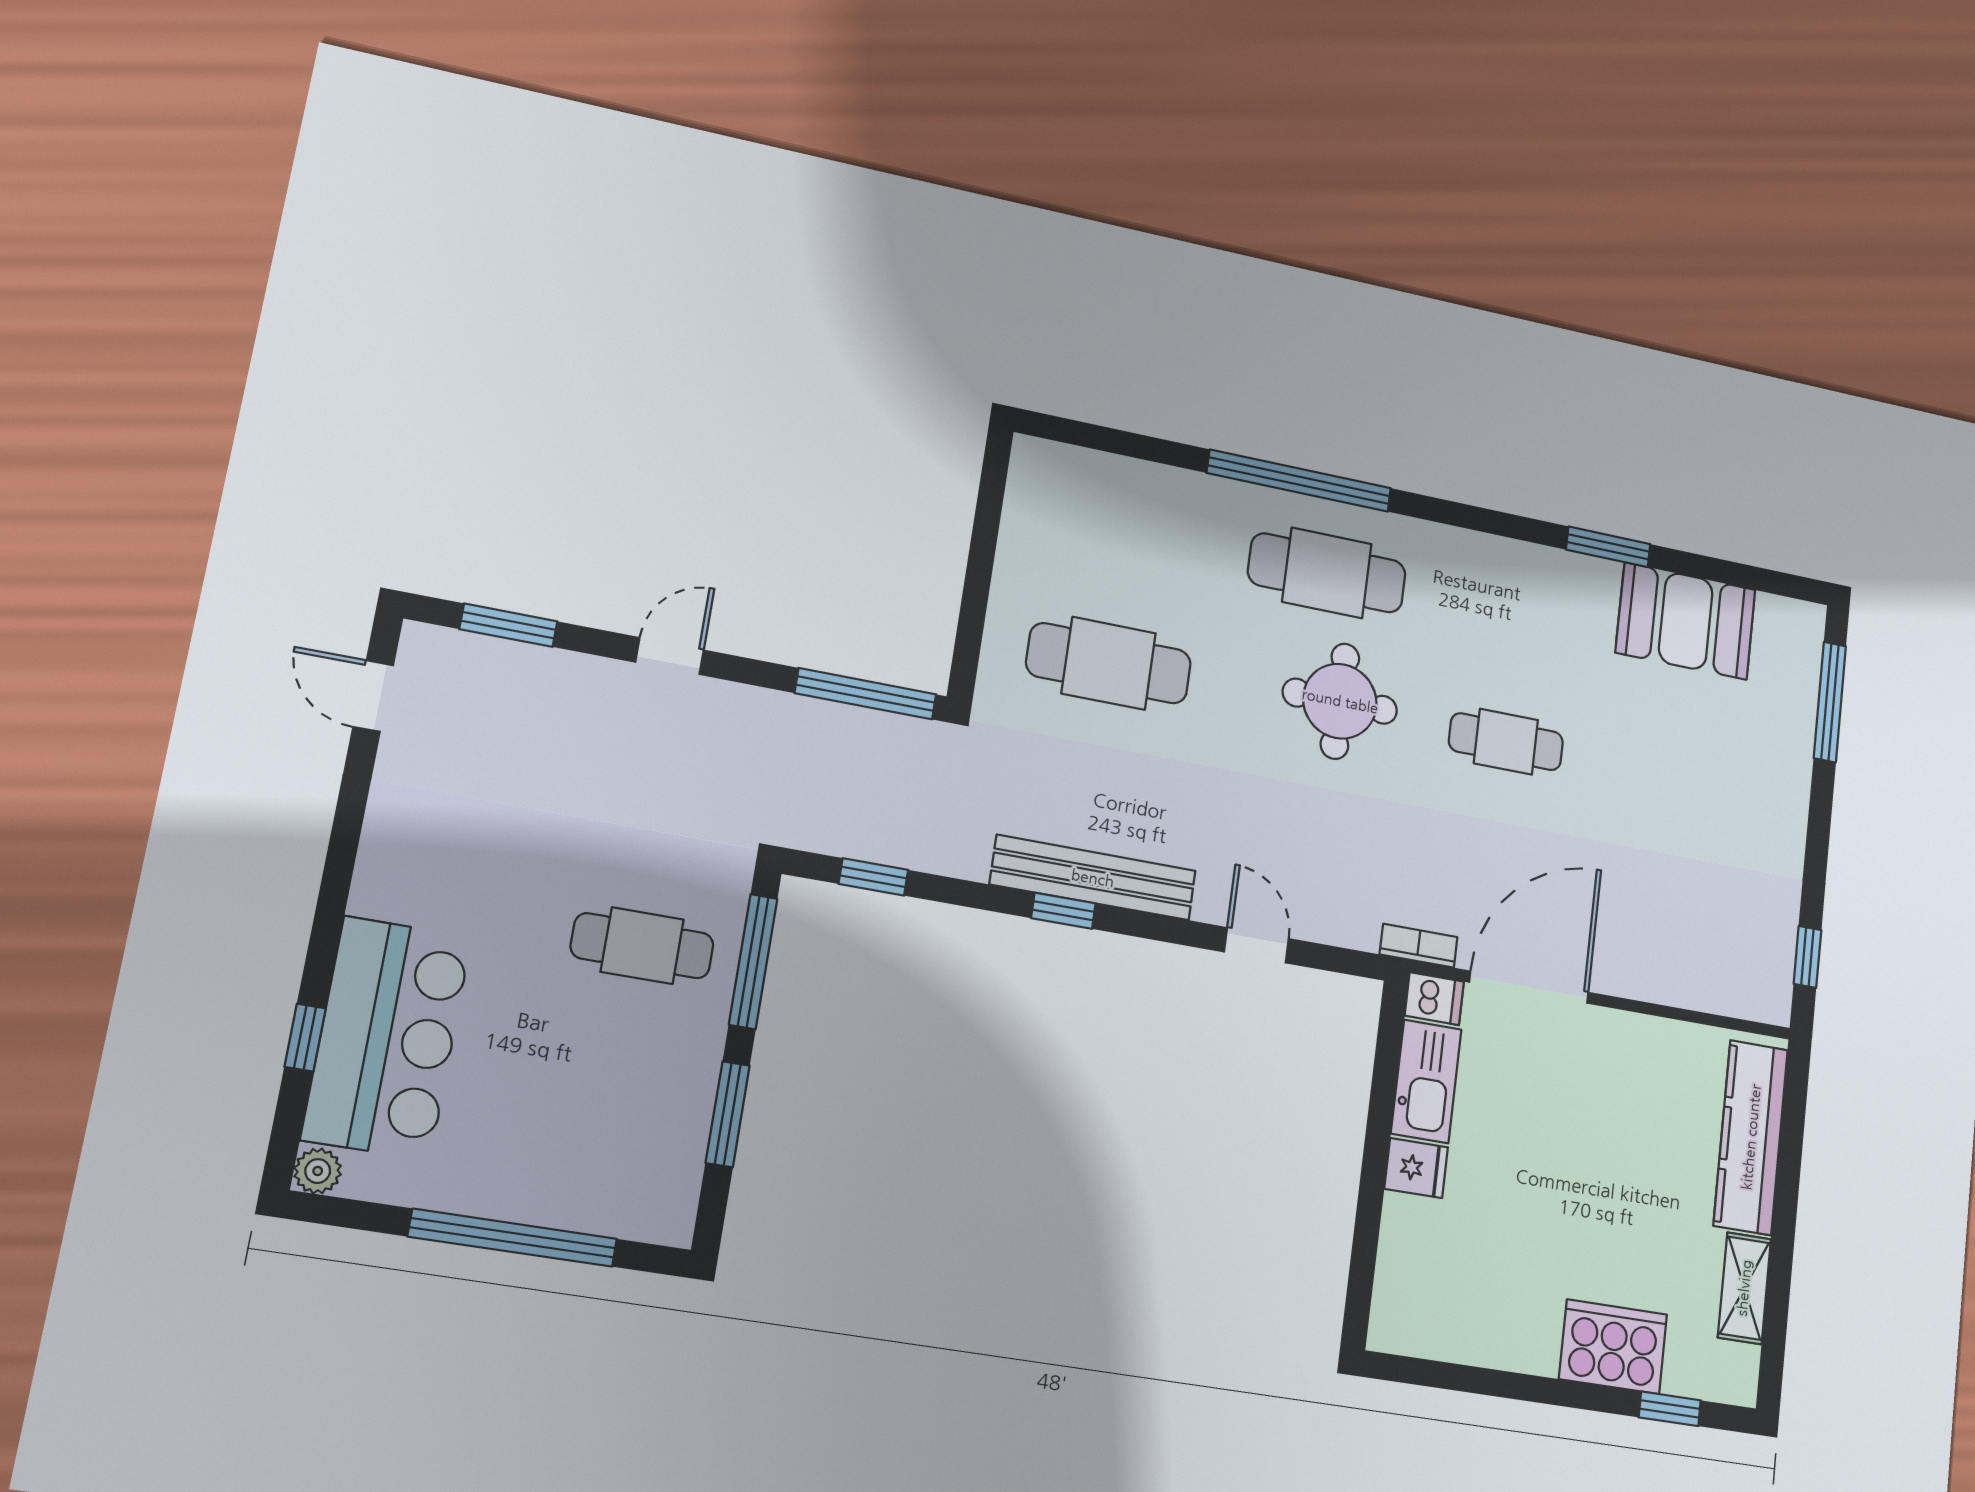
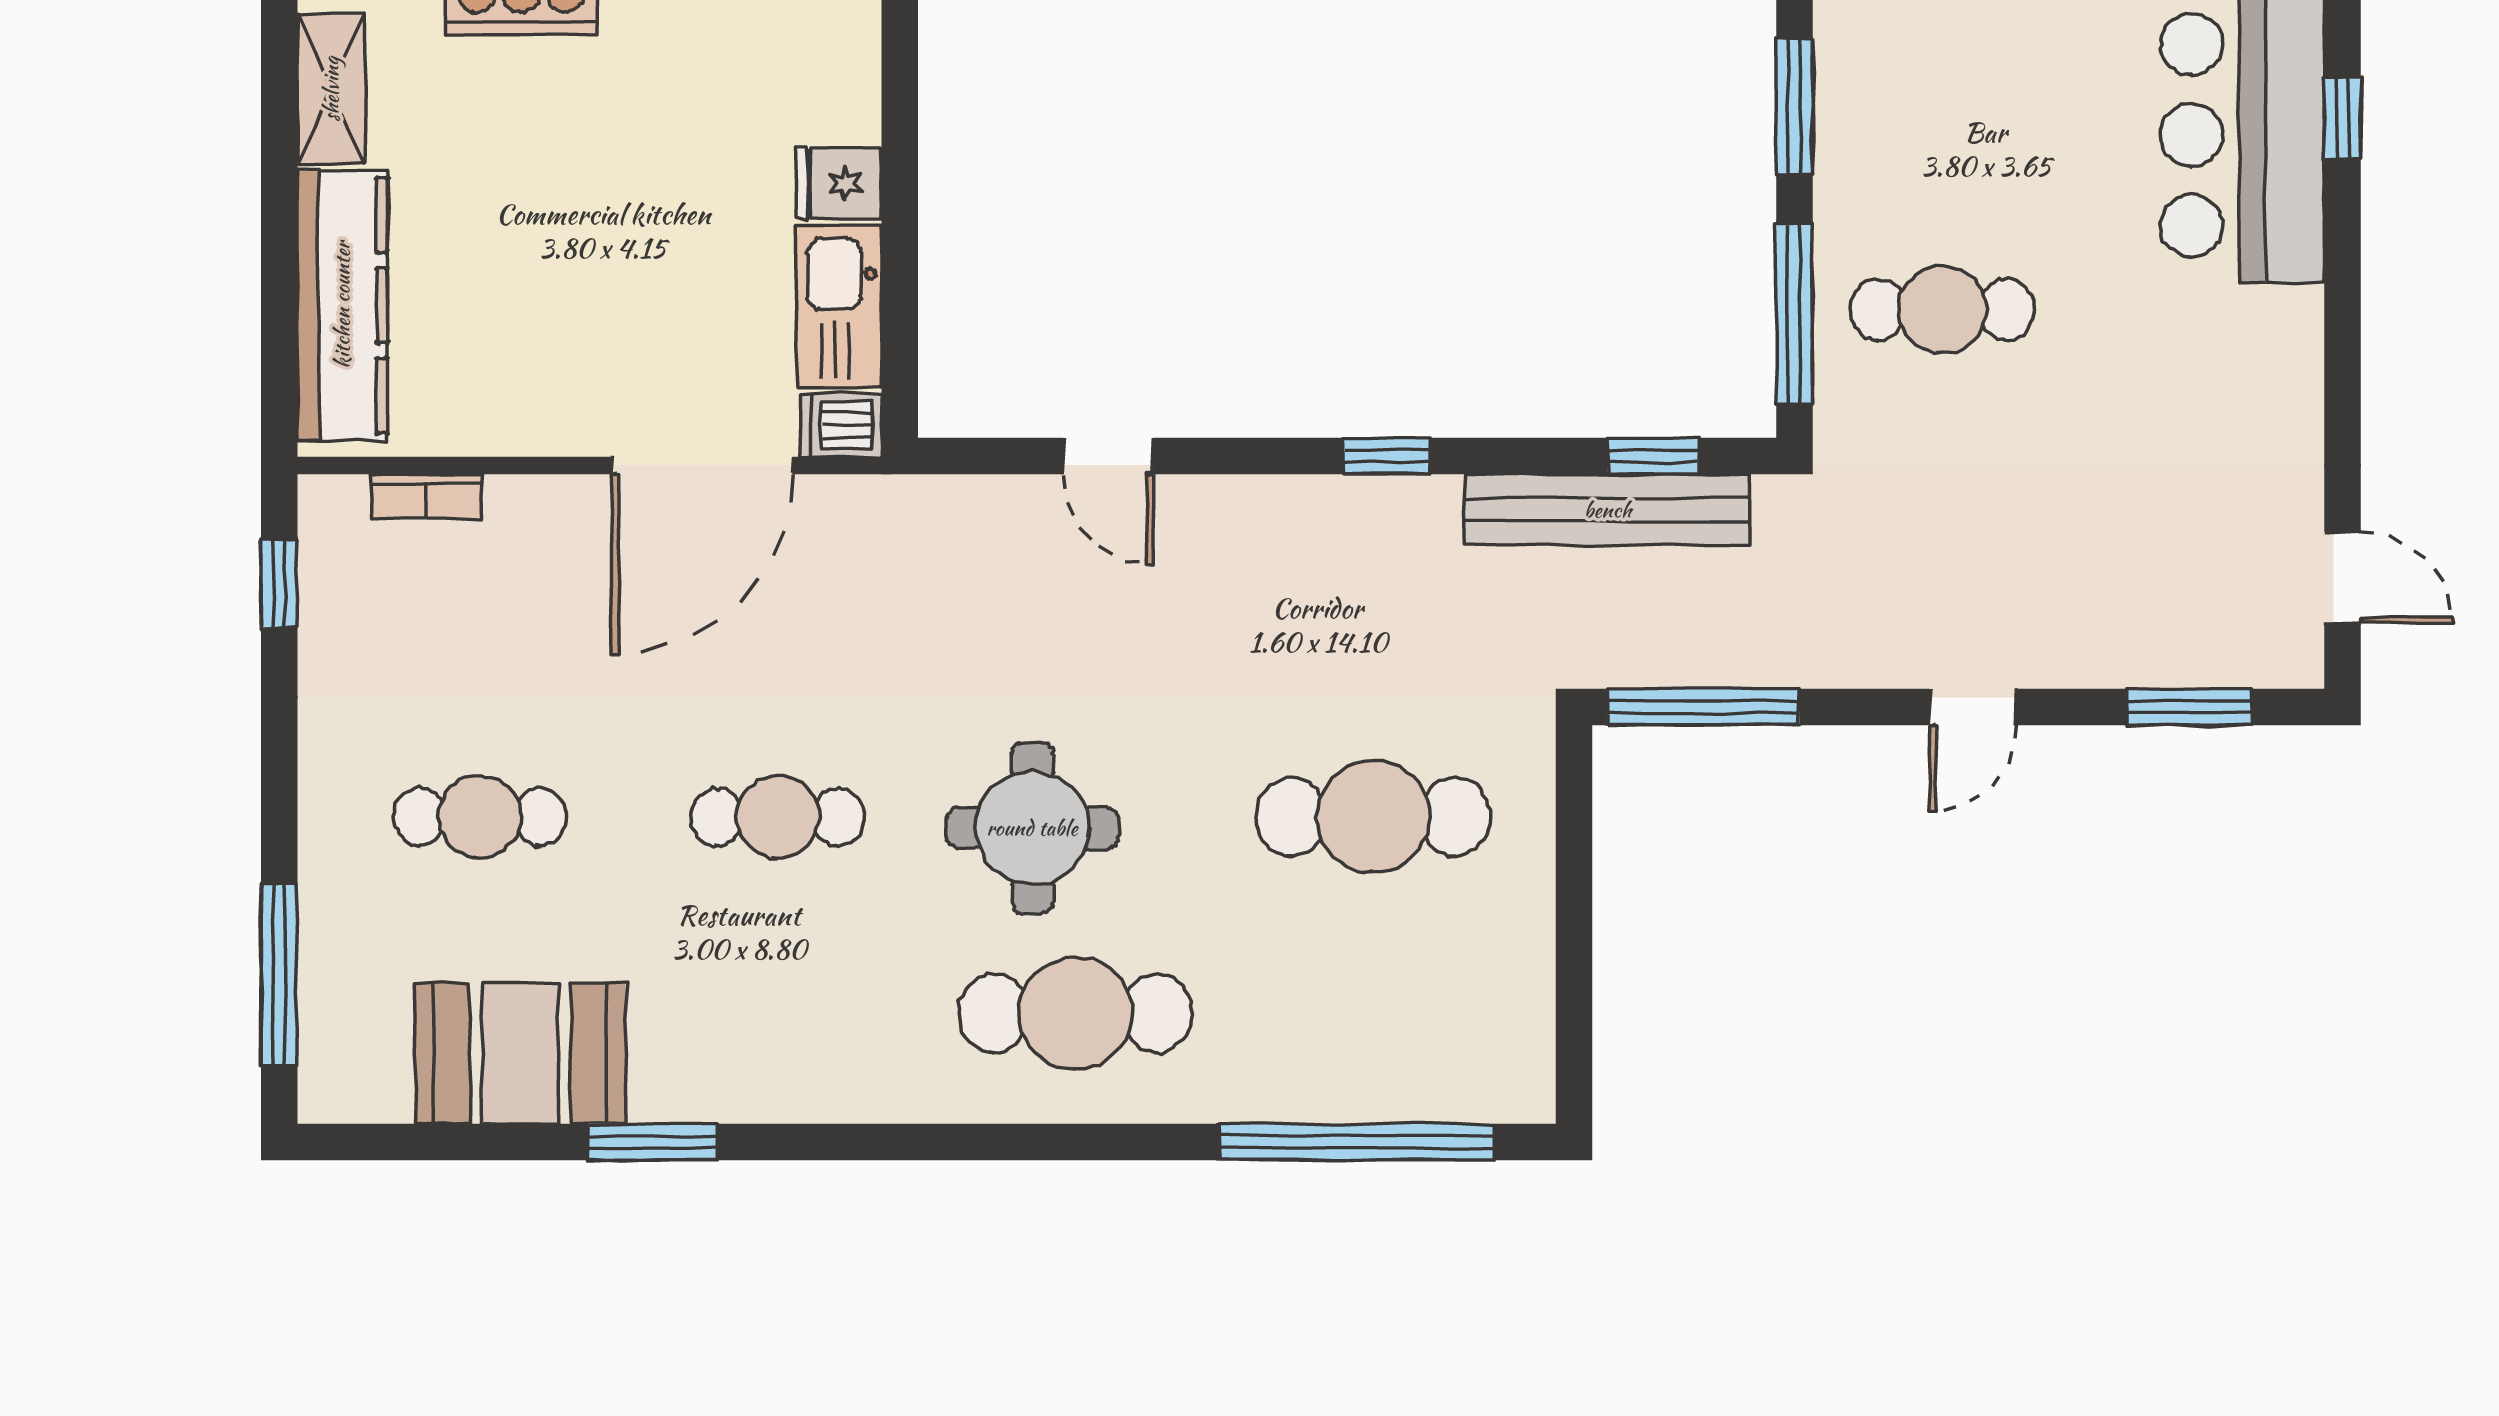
window: (1299, 481) -> (1357, 1142), moved
cafe table: (1696, 779) -> (480, 817), added
bench: (1093, 878) -> (1608, 510), moved
bookcase: (1418, 946) -> (427, 496), moved

